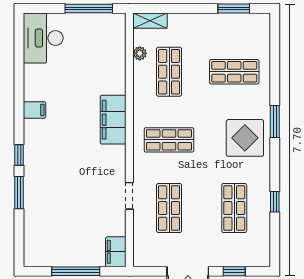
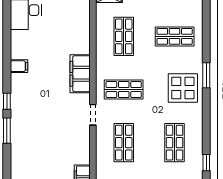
plant: (140, 53) -> (101, 22), removed
doorway: (129, 196) -> (93, 115), moved
window: (275, 202) -> (206, 163), moved

